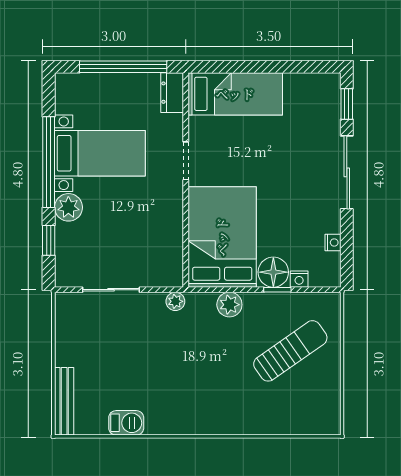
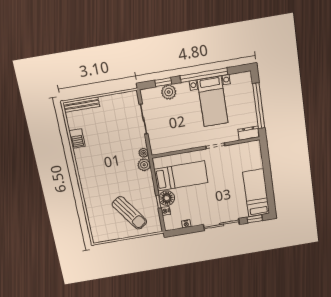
bed: (235, 94) -> (256, 193), moved, turned 180
plant: (68, 207) -> (169, 92), moved
bed: (222, 237) -> (181, 176), width x0.67
plant: (229, 305) -> (144, 165), moved

